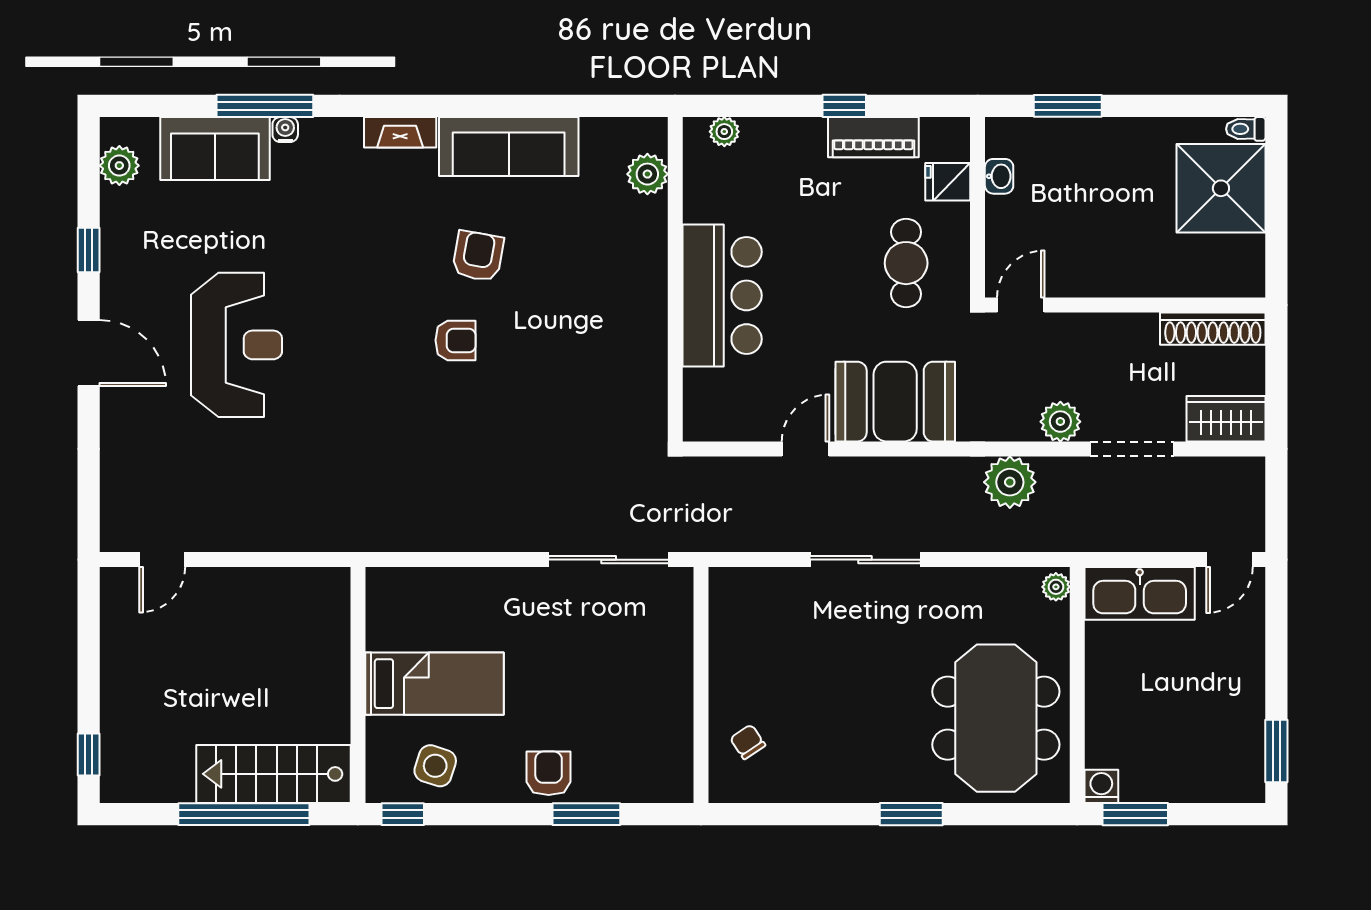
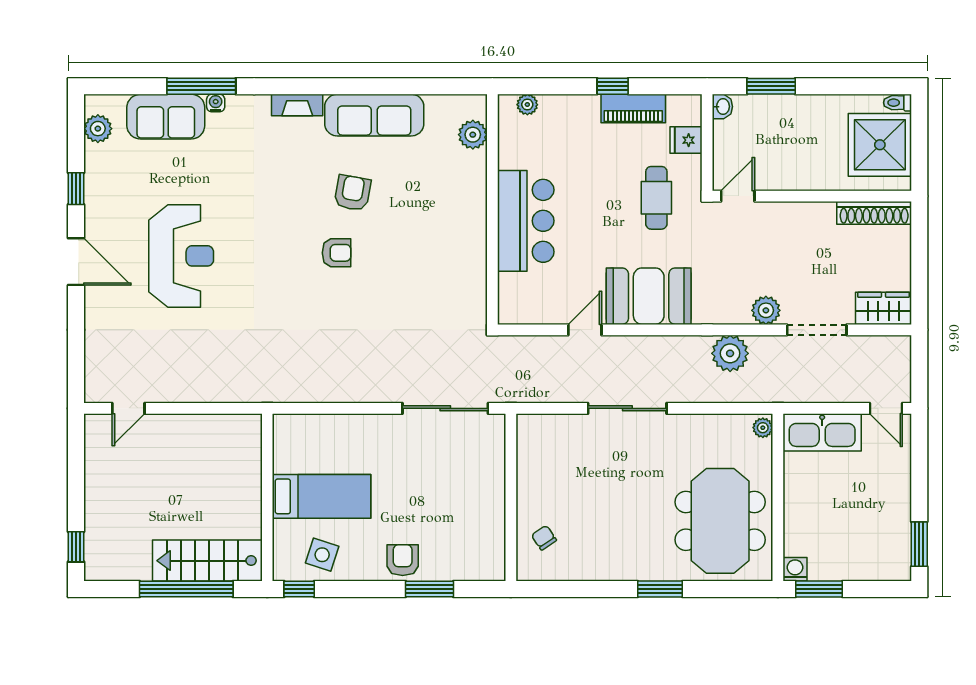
washbasin: (999, 176) -> (722, 107), moved
door: (1021, 305) -> (738, 196), moved
wall: (1125, 305) -> (812, 196), moved
shoe rack: (1213, 329) -> (874, 213), moved
door: (1230, 560) -> (886, 408), hinge flipped

